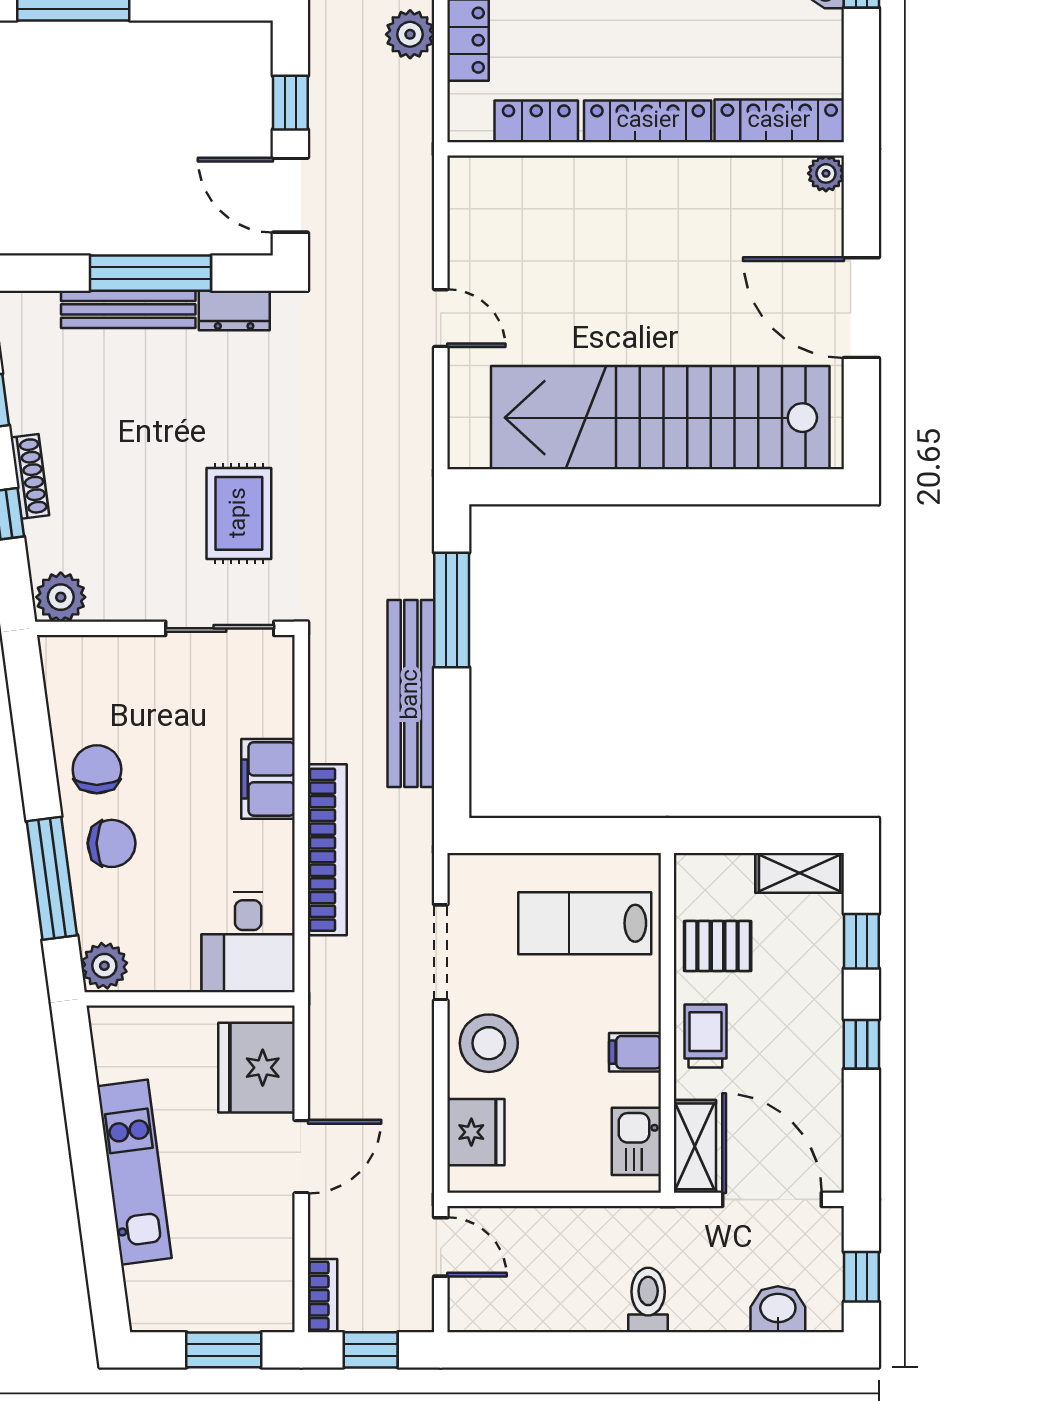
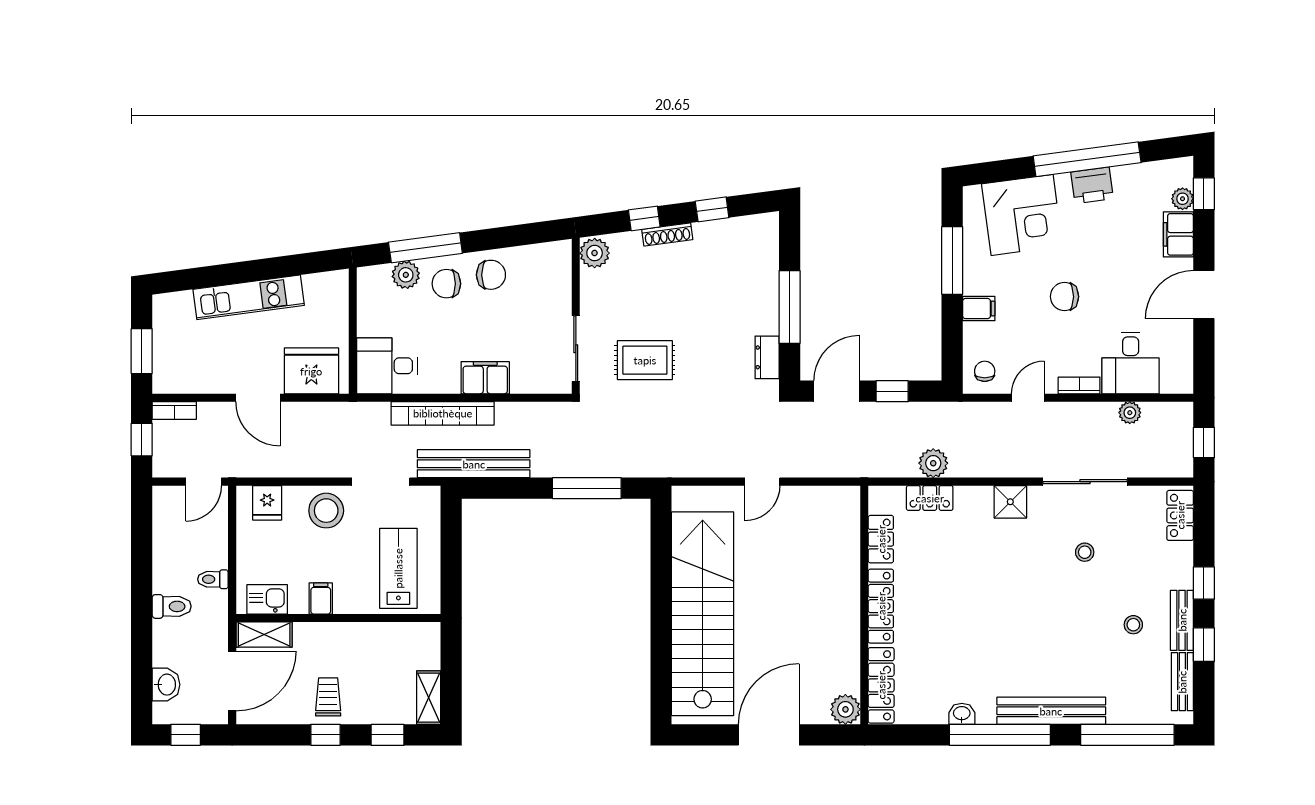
plant: (826, 173) -> (845, 709), width x1.38, depth x1.38
bench: (128, 309) -> (768, 294), removed
bench: (411, 694) -> (474, 464), moved
chair: (112, 843) -> (446, 284), turned 90
pallet: (718, 946) -> (385, 648), removed
plant: (104, 966) -> (406, 275), moved
trolley: (705, 1036) -> (328, 697), moved, turned -90
fridge: (476, 1132) -> (267, 503), width x0.72
toilet: (603, 1231) -> (213, 579), added

